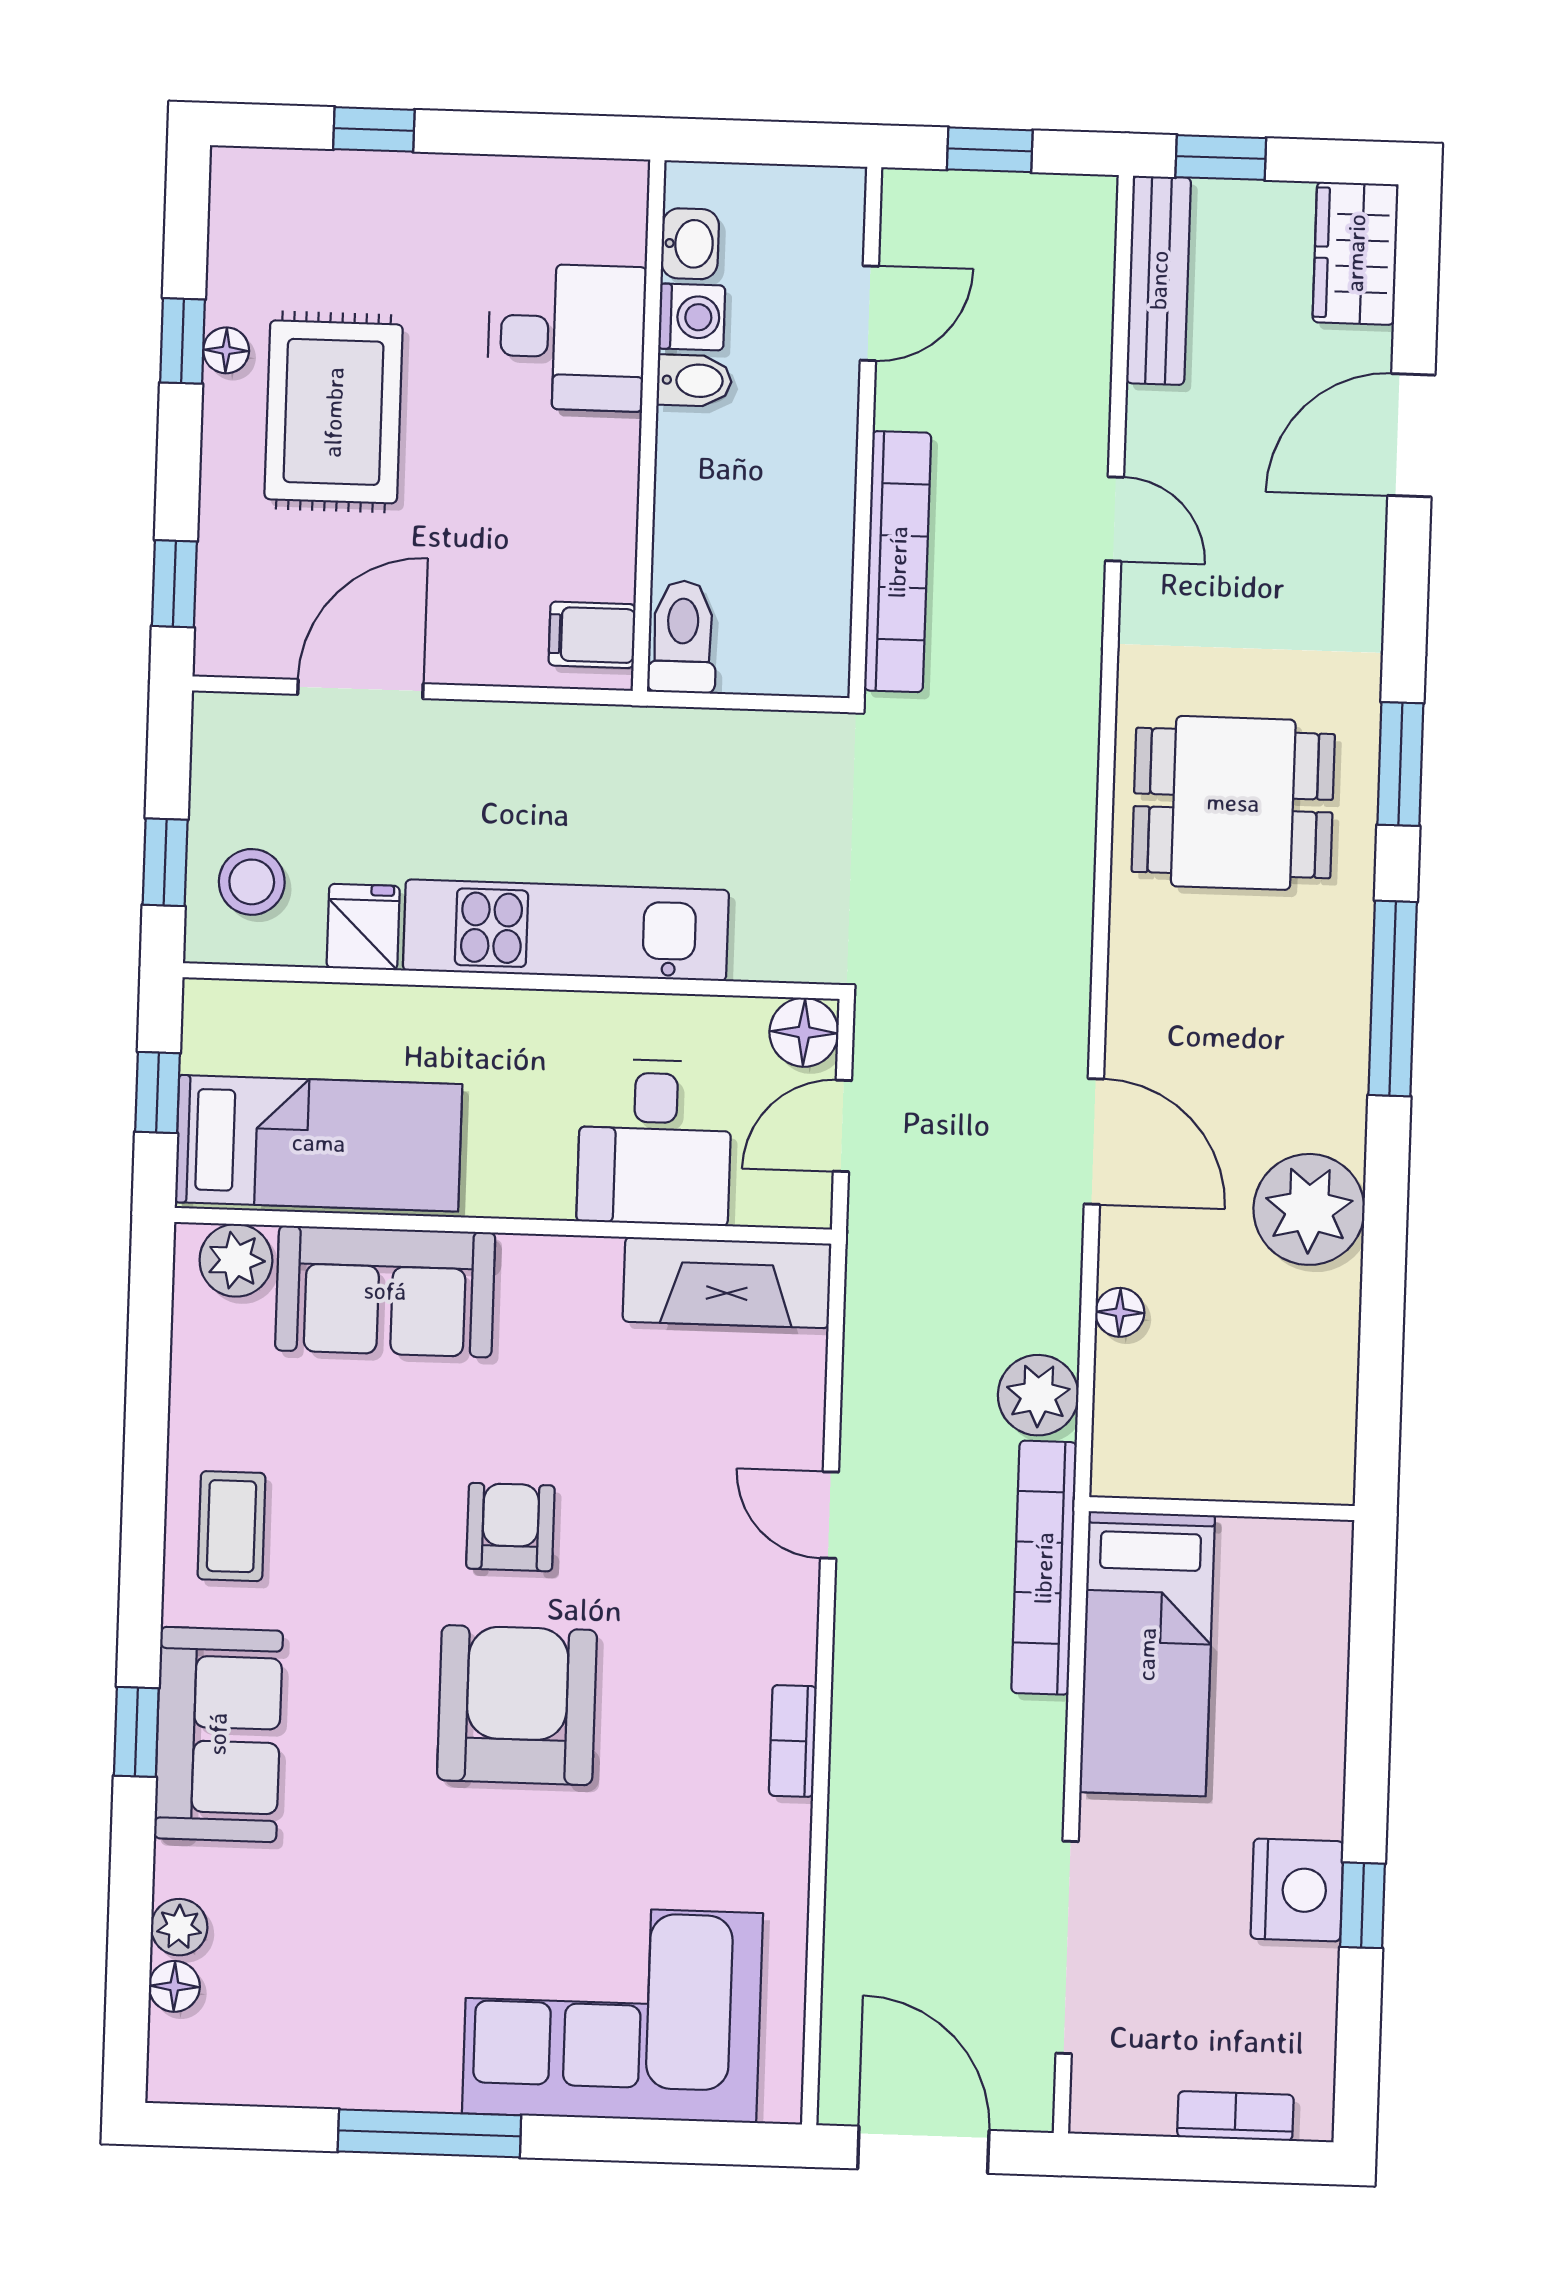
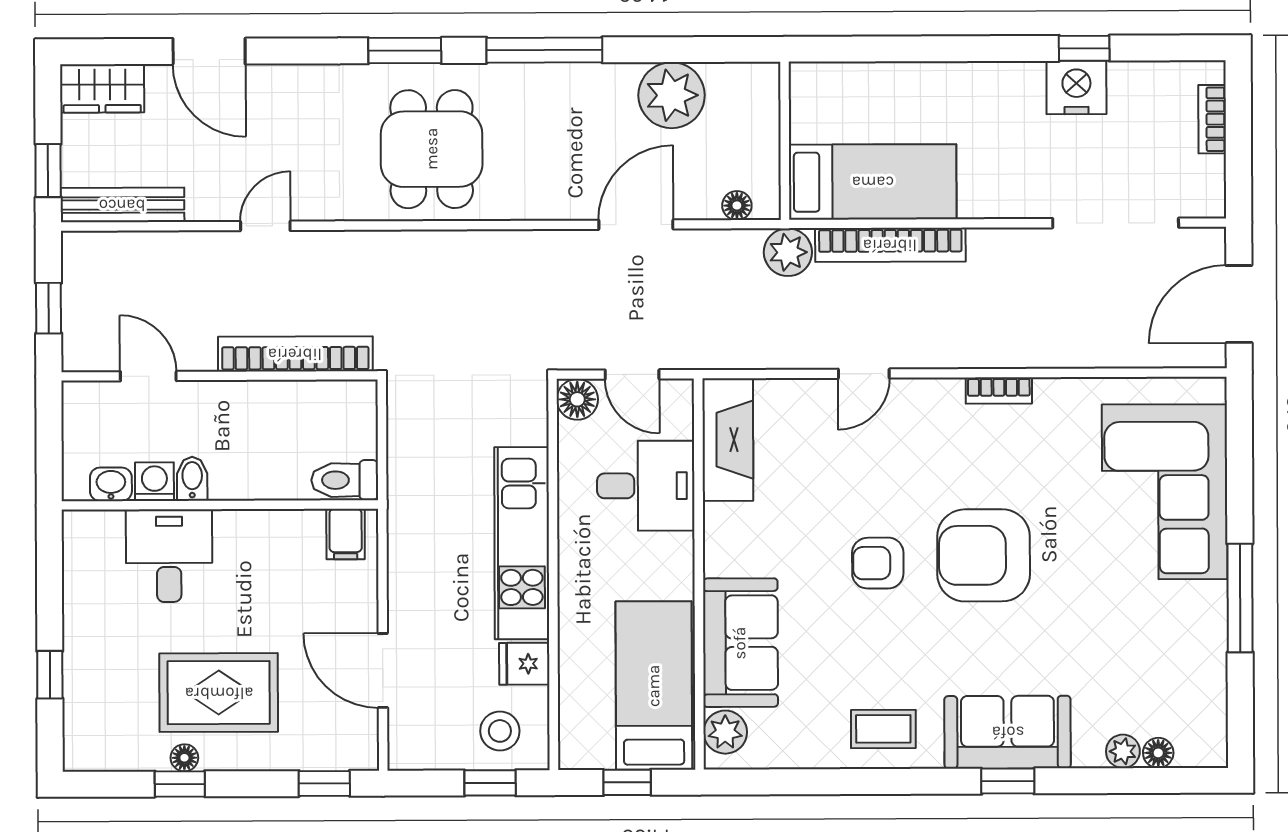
wall: (1222, 1509) -> (785, 141), moved
bed: (1147, 1654) -> (873, 182), moved

